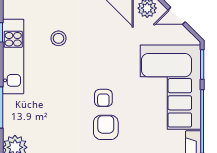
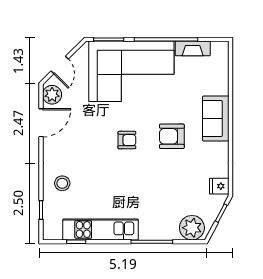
stool: (58, 38) -> (62, 183), moved
armchair: (103, 98) -> (127, 140), moved

